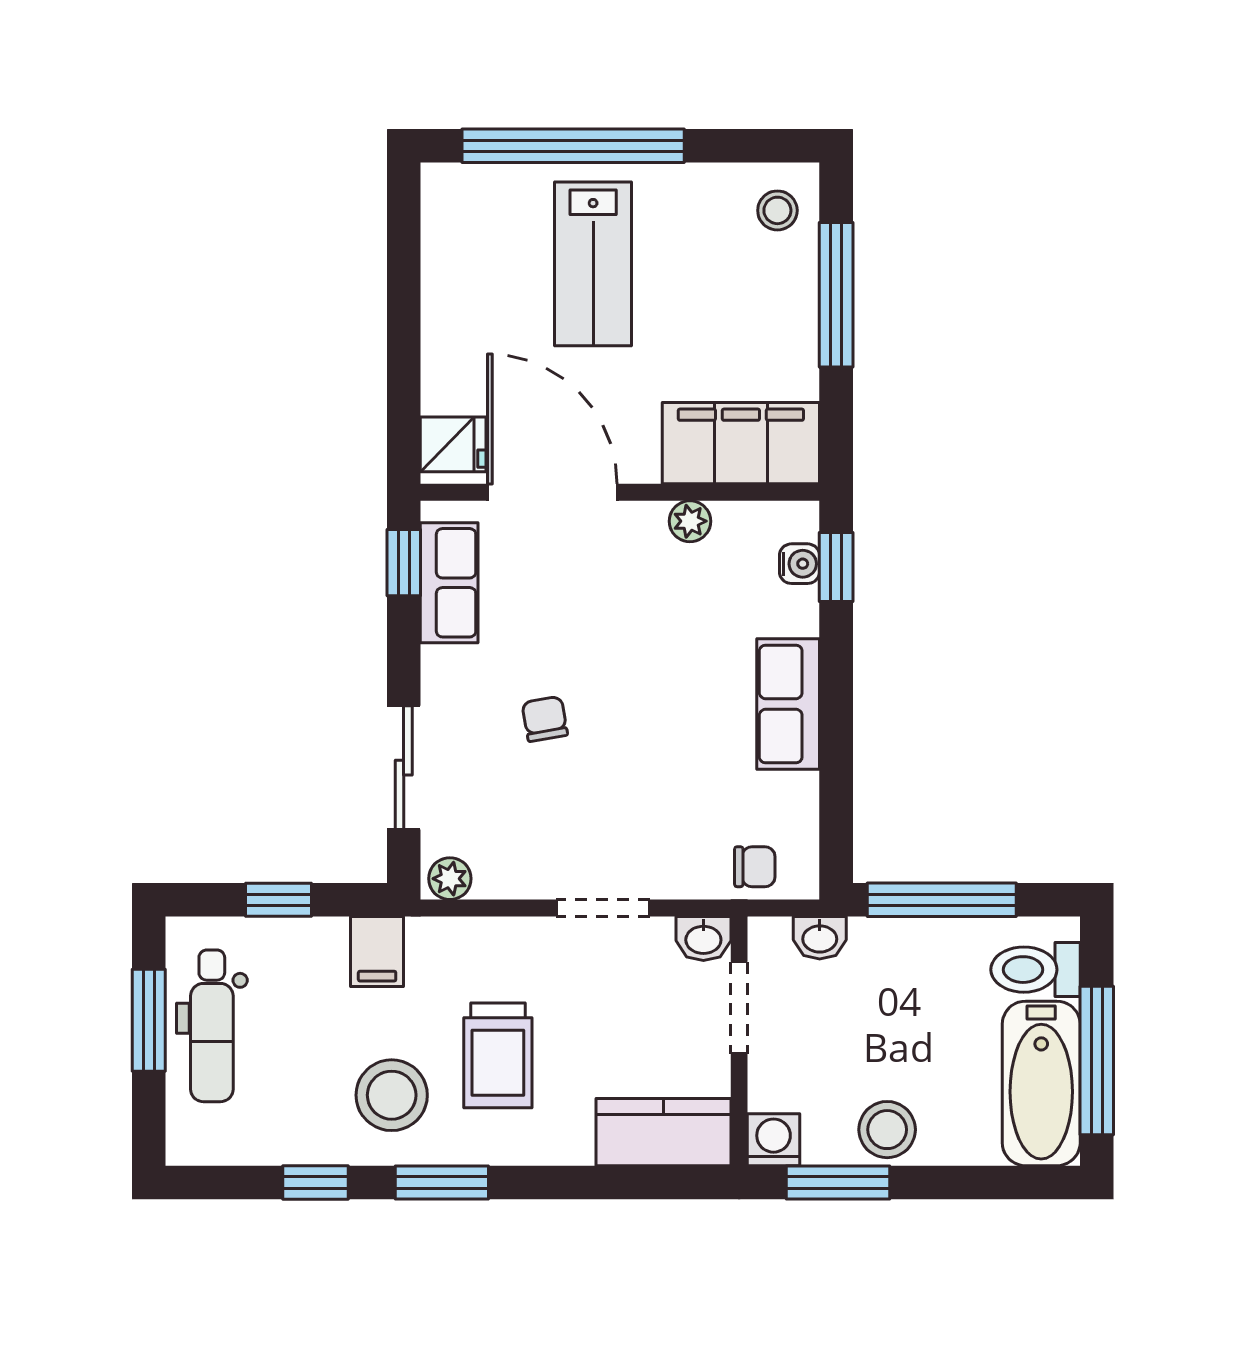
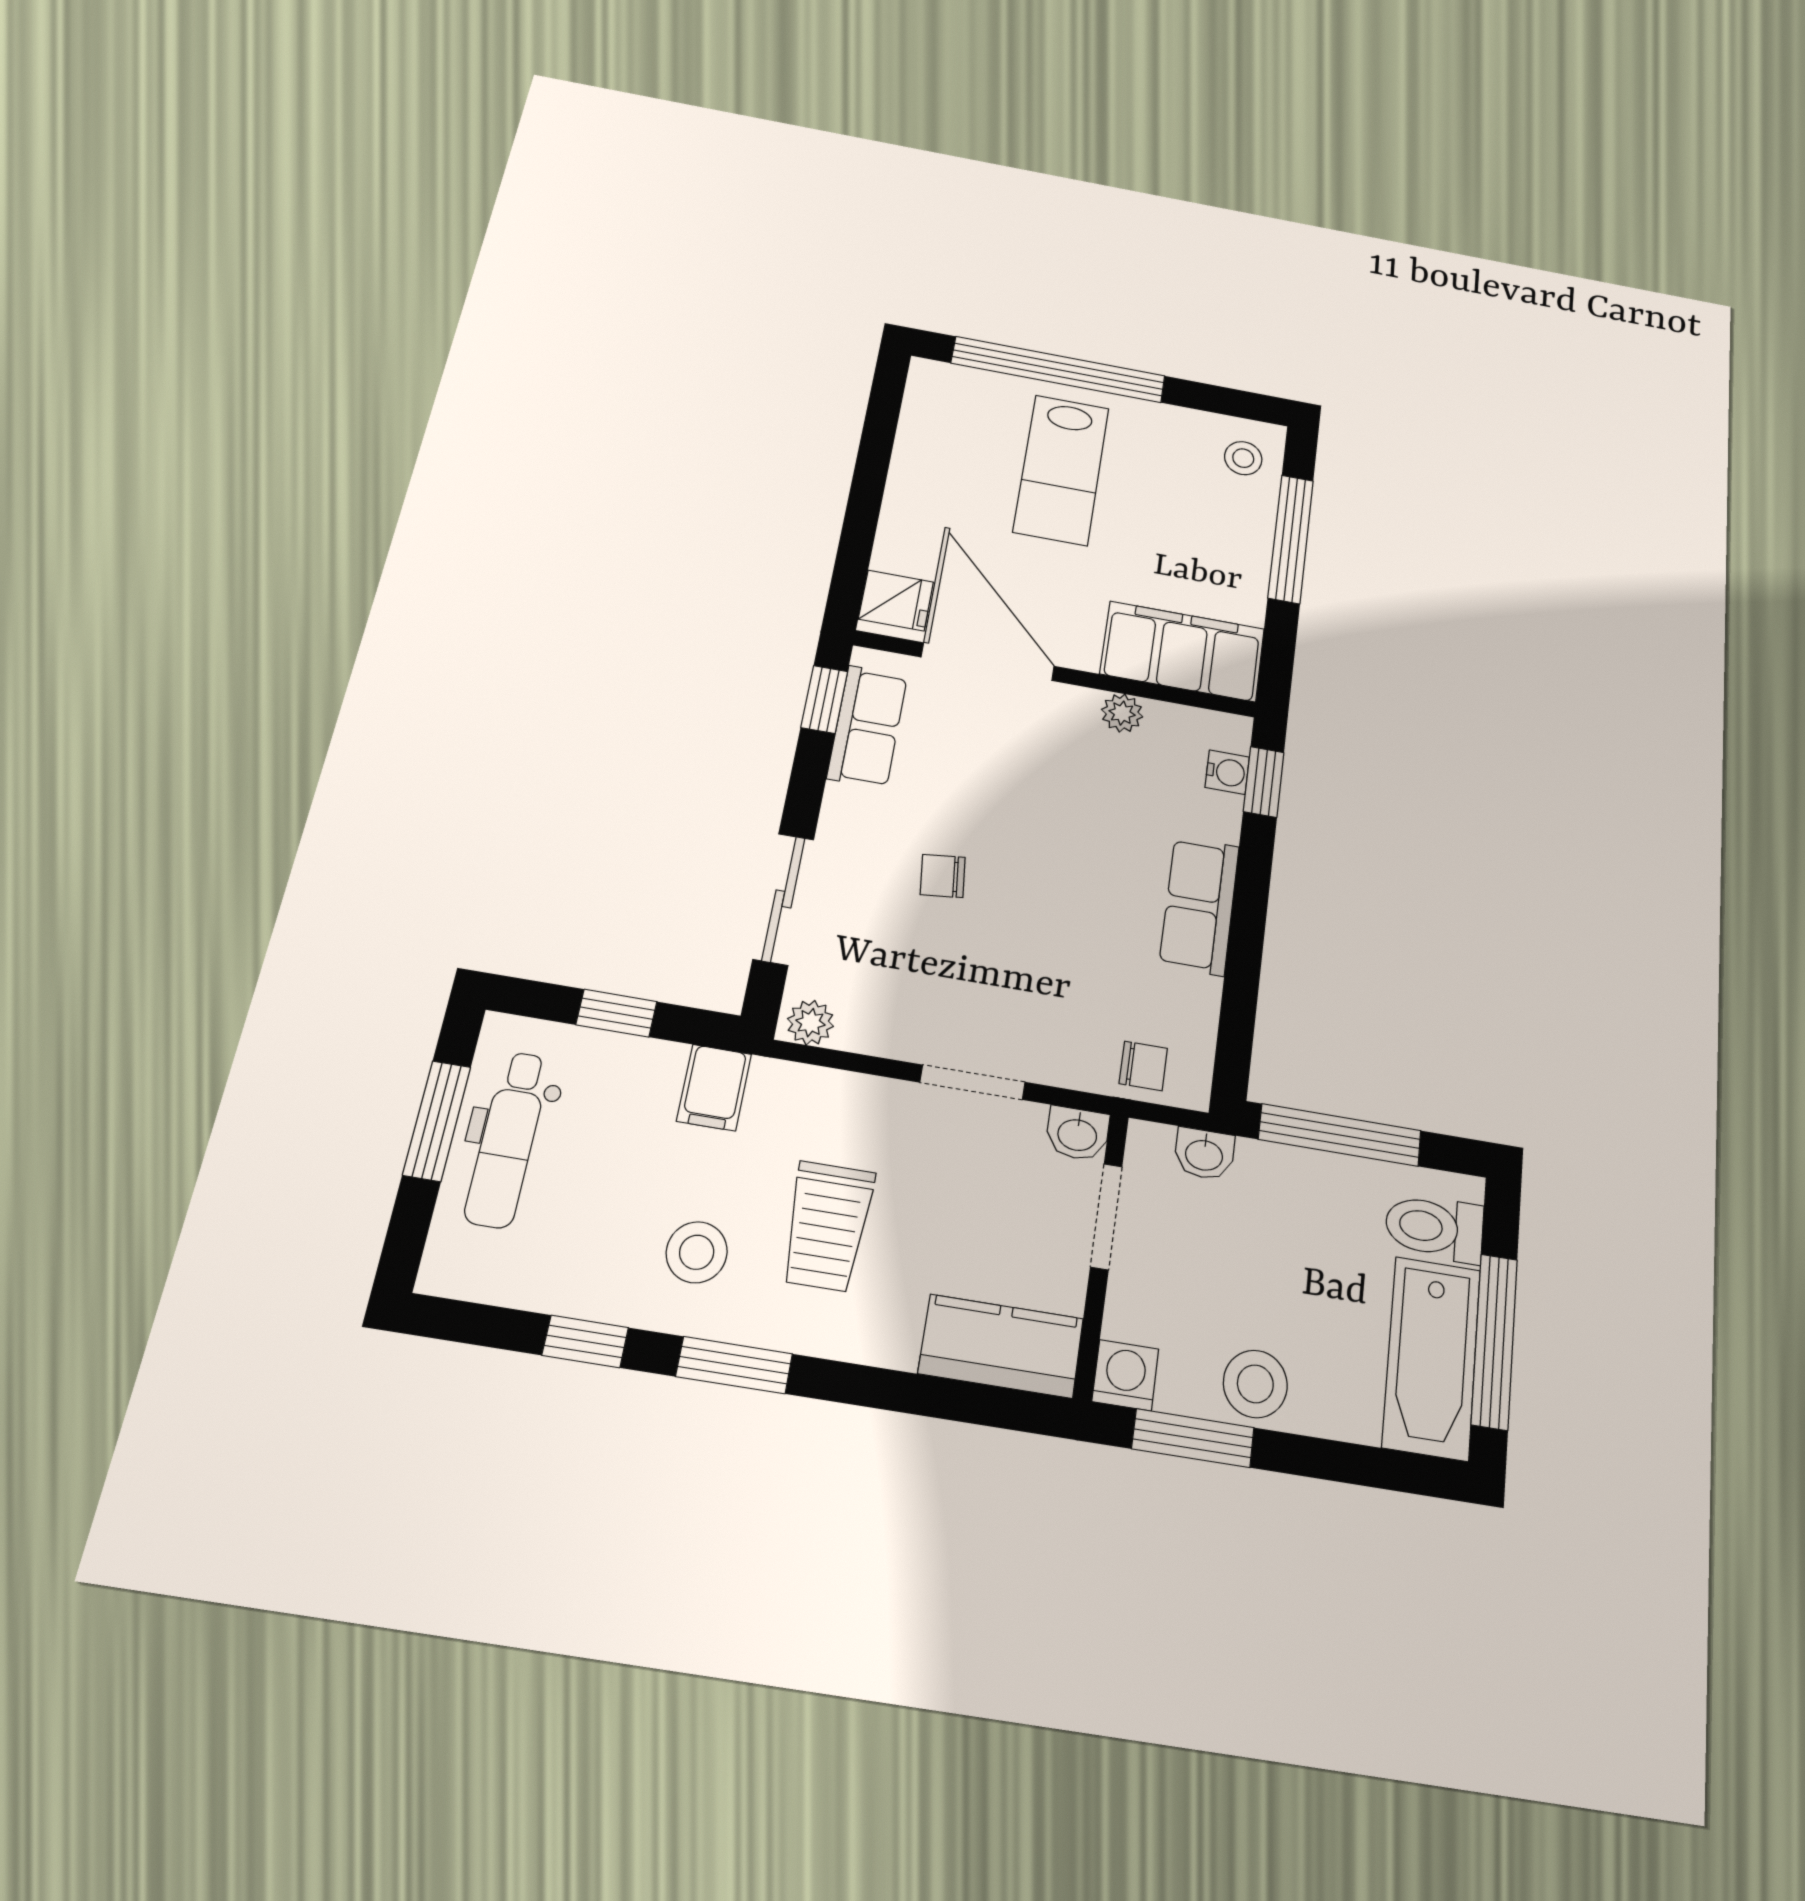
chair: (545, 719) -> (943, 876), turned -86
stool: (392, 1095) -> (697, 1252), width x0.73, depth x0.73

